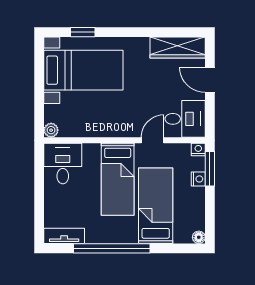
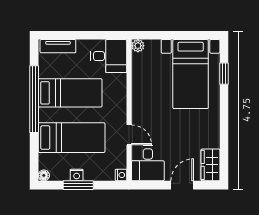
wardrobe: (178, 47) -> (211, 165), width x0.67
window: (210, 169) -> (78, 185), moved
bed: (118, 179) -> (70, 93), moved, turned 180
nightstand: (198, 179) -> (77, 175), moved
tv unit: (64, 236) -> (58, 46), moved, turned 90

